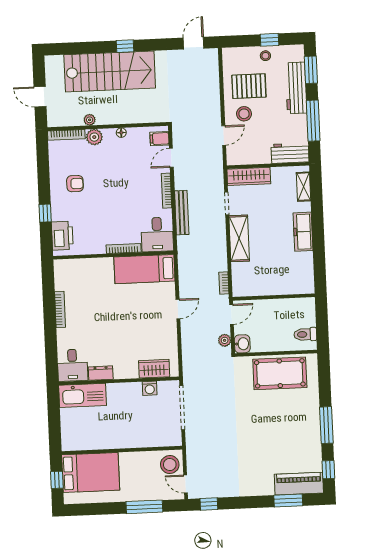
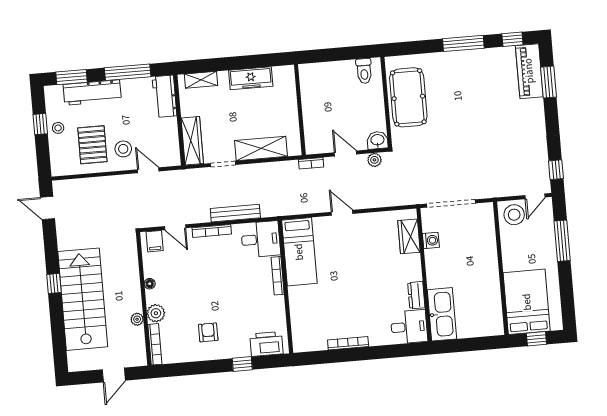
wall: (274, 297) -> (300, 110), moved

